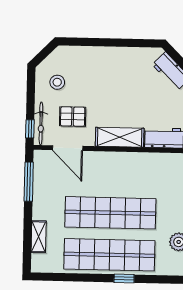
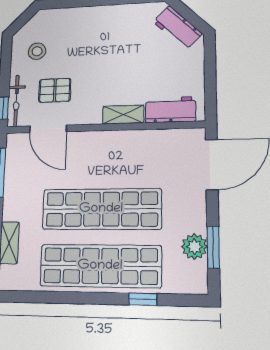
shelving: (120, 137) -> (123, 115), width x0.67, depth x0.75
window: (124, 278) -> (143, 299), moved

